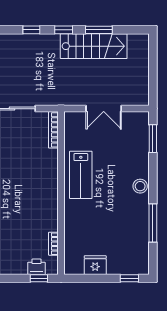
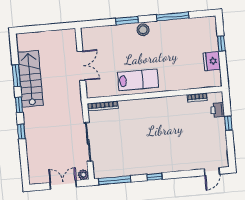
window: (153, 139) -> (127, 21), moved
window: (39, 278) -> (228, 123), moved
window: (129, 278) -> (221, 44), moved

